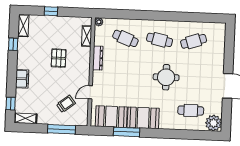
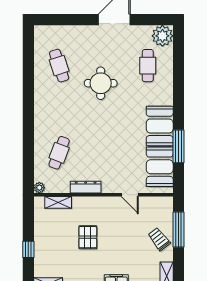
cafe table: (160, 40) -> (59, 109), removed
pallet: (59, 58) -> (88, 237), turned 90
round table: (166, 77) -> (101, 83), moved
trolley: (66, 104) -> (159, 239), moved

